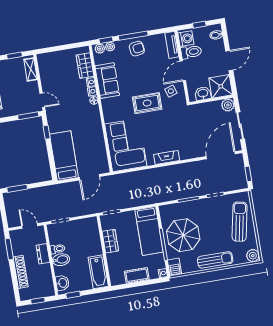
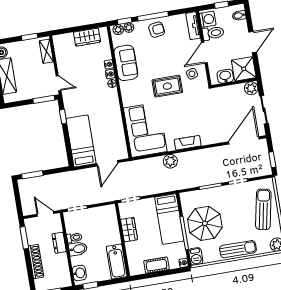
wardrobe: (85, 66) -> (87, 37), moved, turned -90
plant: (150, 175) -> (170, 161), added

